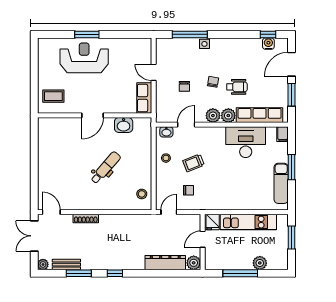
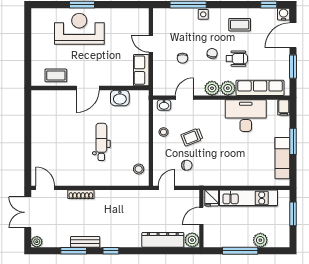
water cooler: (268, 44) -> (284, 14), moved
coffee table: (240, 54) -> (240, 25), added
coffee table: (53, 96) -> (56, 75), moved
dental chair: (106, 168) -> (101, 142), turned -41
bench: (66, 265) -> (85, 242), moved

